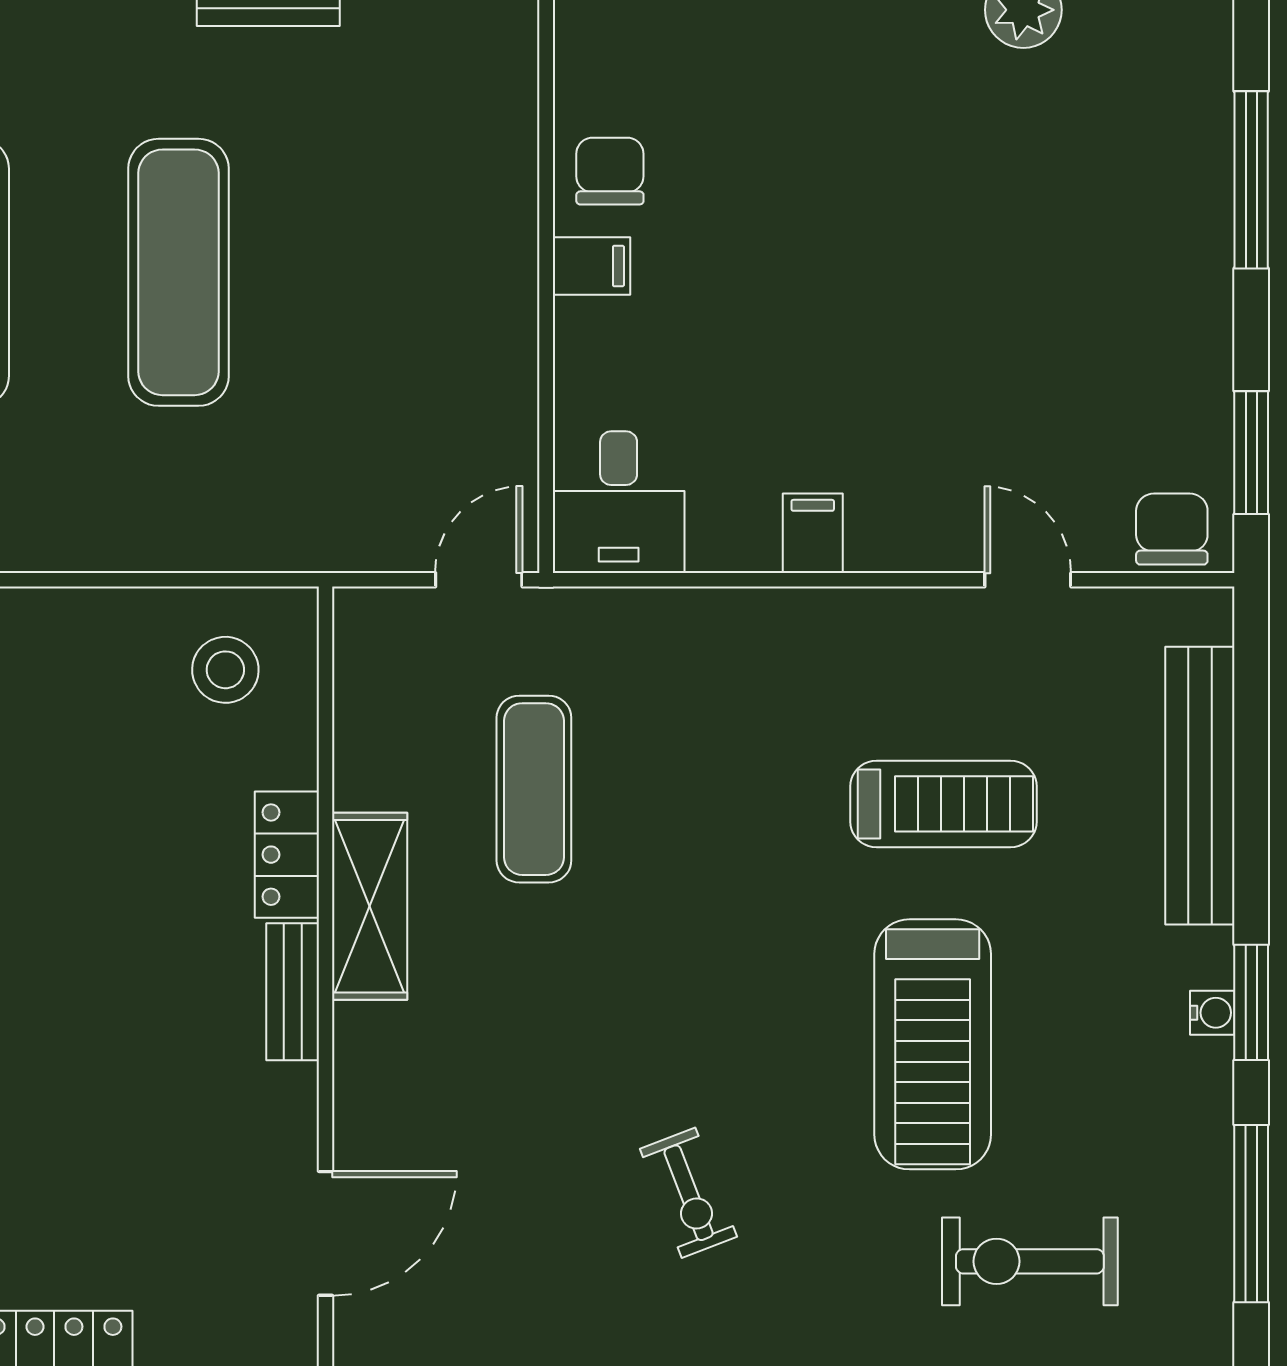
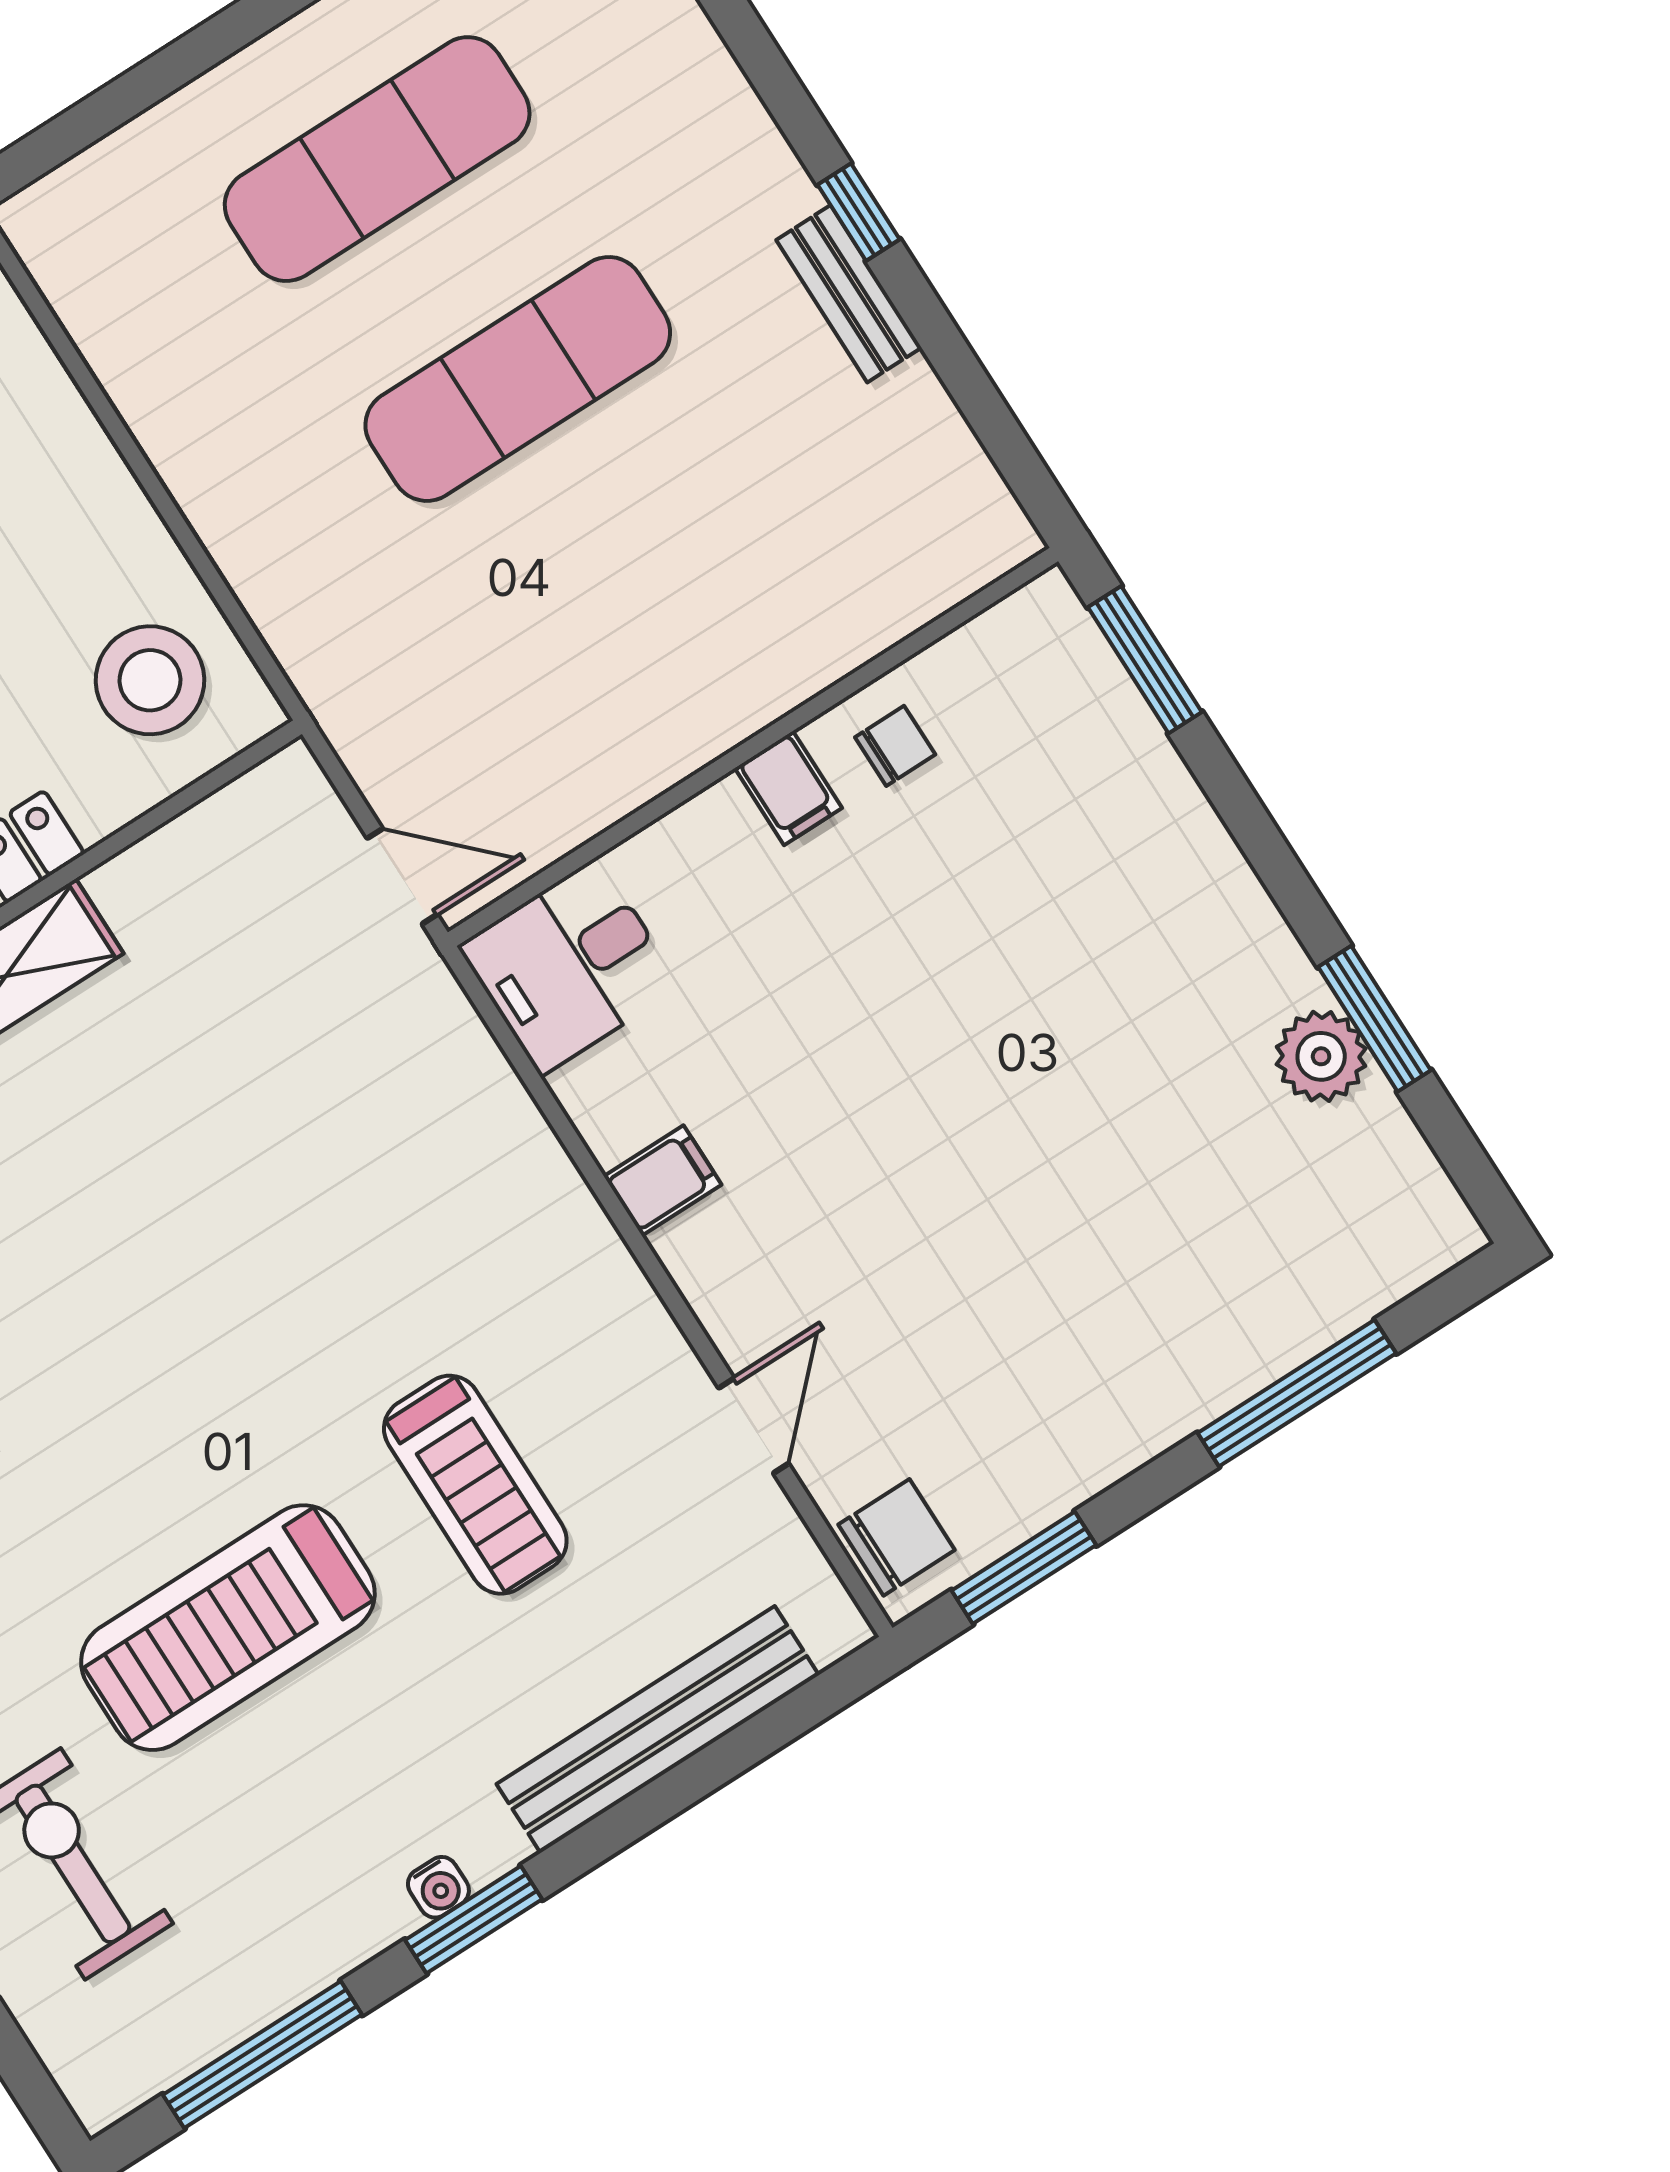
chair: (610, 171) -> (895, 746), width x0.73, depth x0.73
stool: (225, 670) -> (150, 680), width x1.38, depth x1.38
exercise mat: (534, 789) -> (228, 1065), removed

